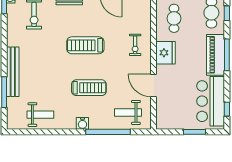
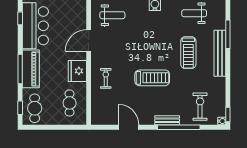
door: (153, 85) -> (89, 40), swing flipped
treadmill: (89, 88) -> (188, 53), moved, turned -90

